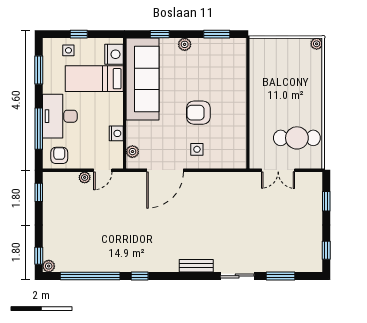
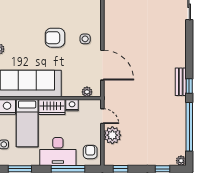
wardrobe: (114, 109) -> (52, 107), added
armchair: (198, 113) -> (55, 38), turned 90
armchair: (59, 155) -> (90, 152), turned 90
plant: (85, 177) -> (112, 135), width x1.87, depth x1.87
window: (39, 256) -> (162, 169), moved
bench: (196, 266) -> (181, 82), moved

